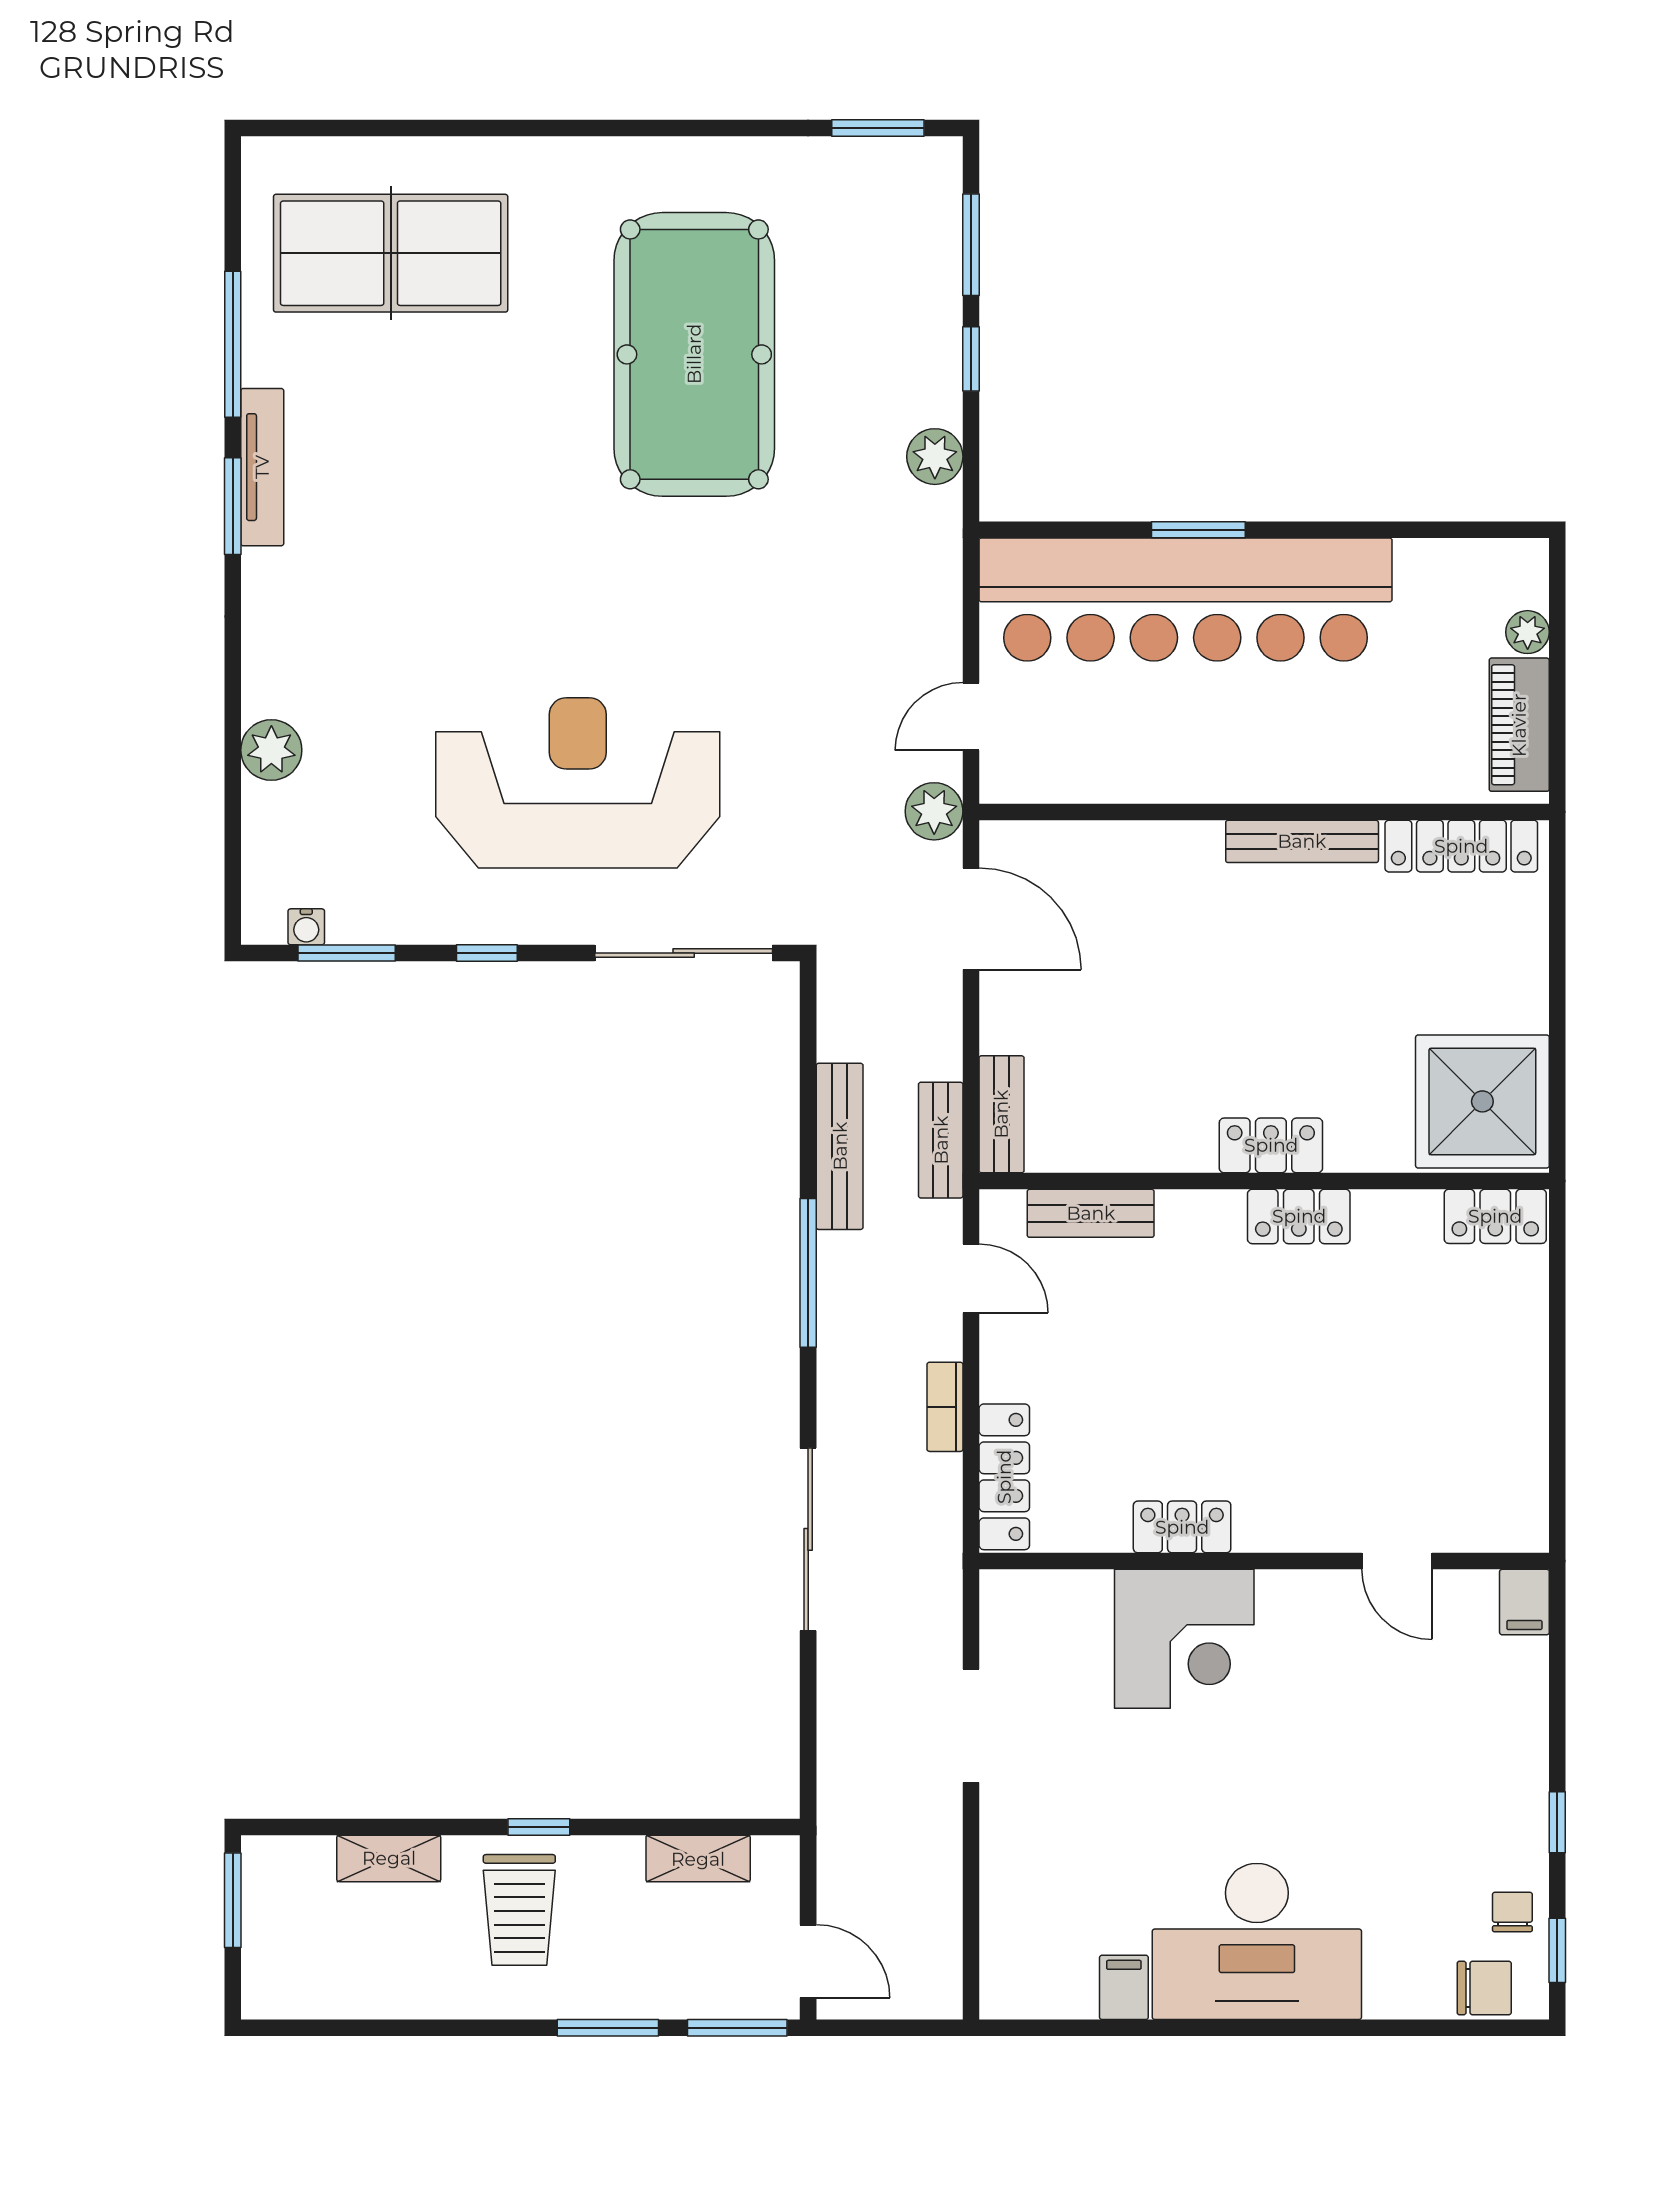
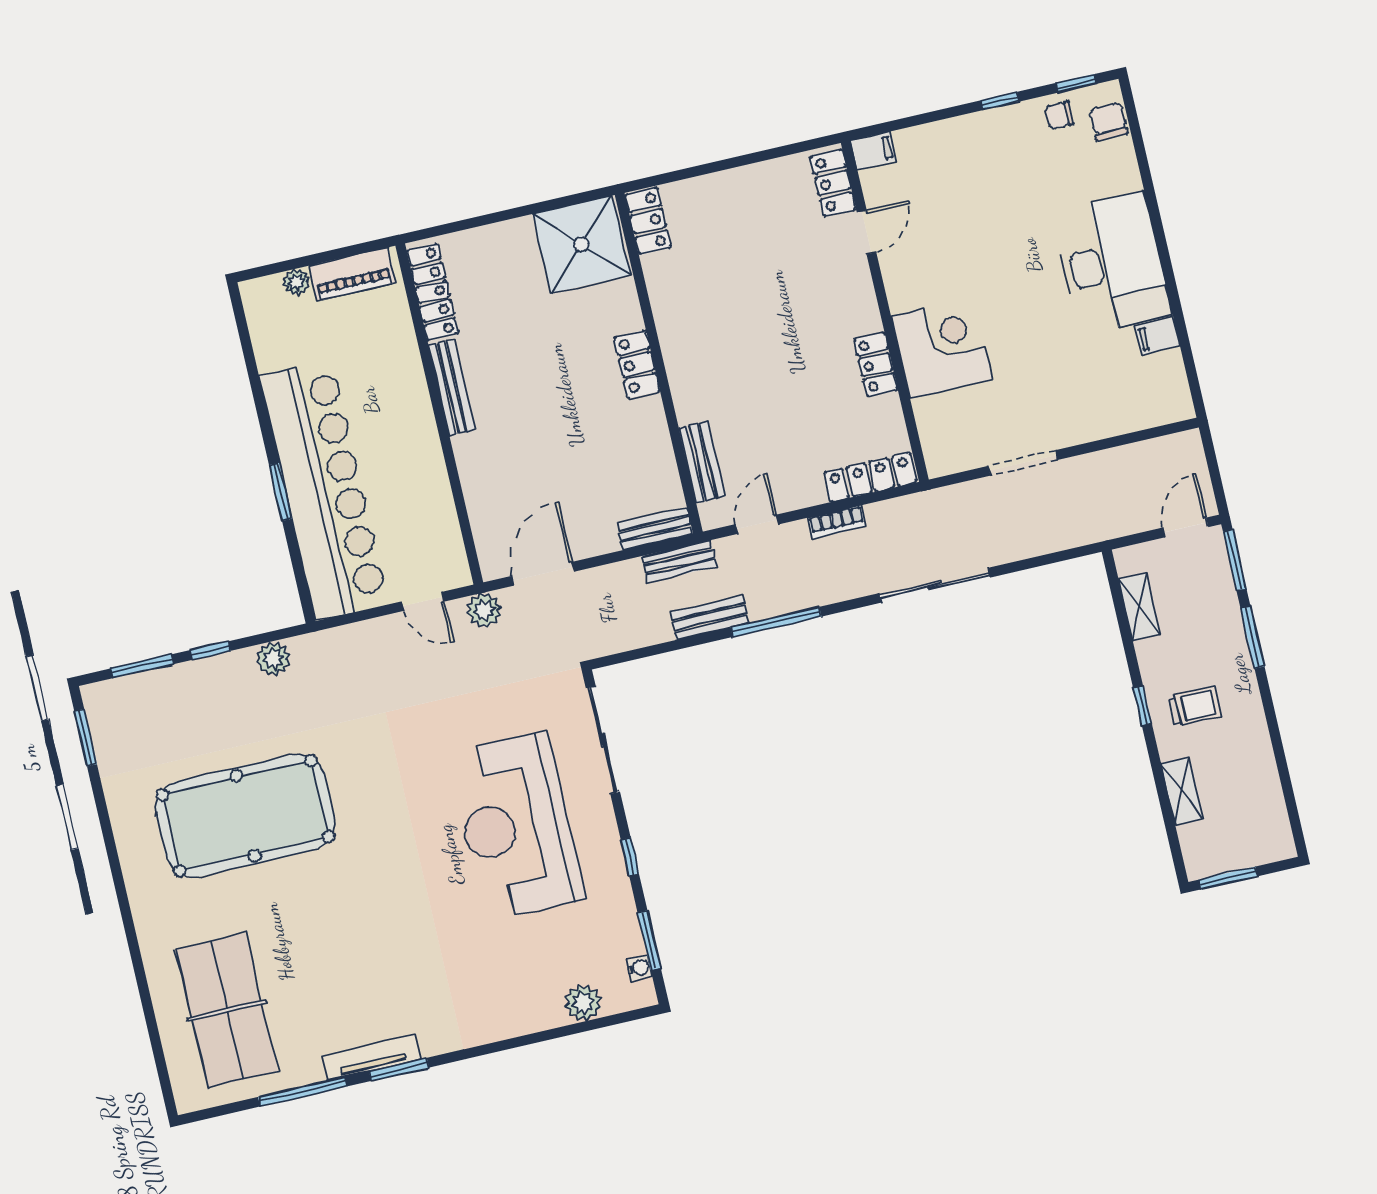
plant: (271, 750) -> (583, 1003), moved
bench: (840, 1146) -> (710, 618), width x0.73
locker: (1299, 1216) -> (833, 183), moved, turned 180
trolley: (519, 1910) -> (1195, 706), width x0.73, depth x0.72

